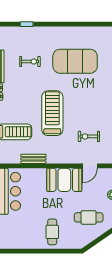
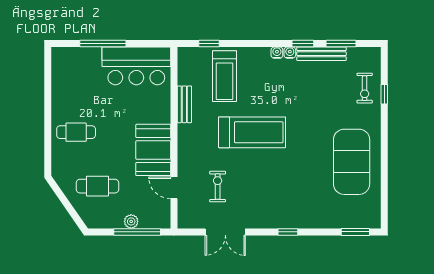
exercise bike: (30, 61) -> (365, 88), moved
exercise mat: (75, 61) -> (352, 162), moved
cafe table: (89, 217) -> (97, 186), turned 90

